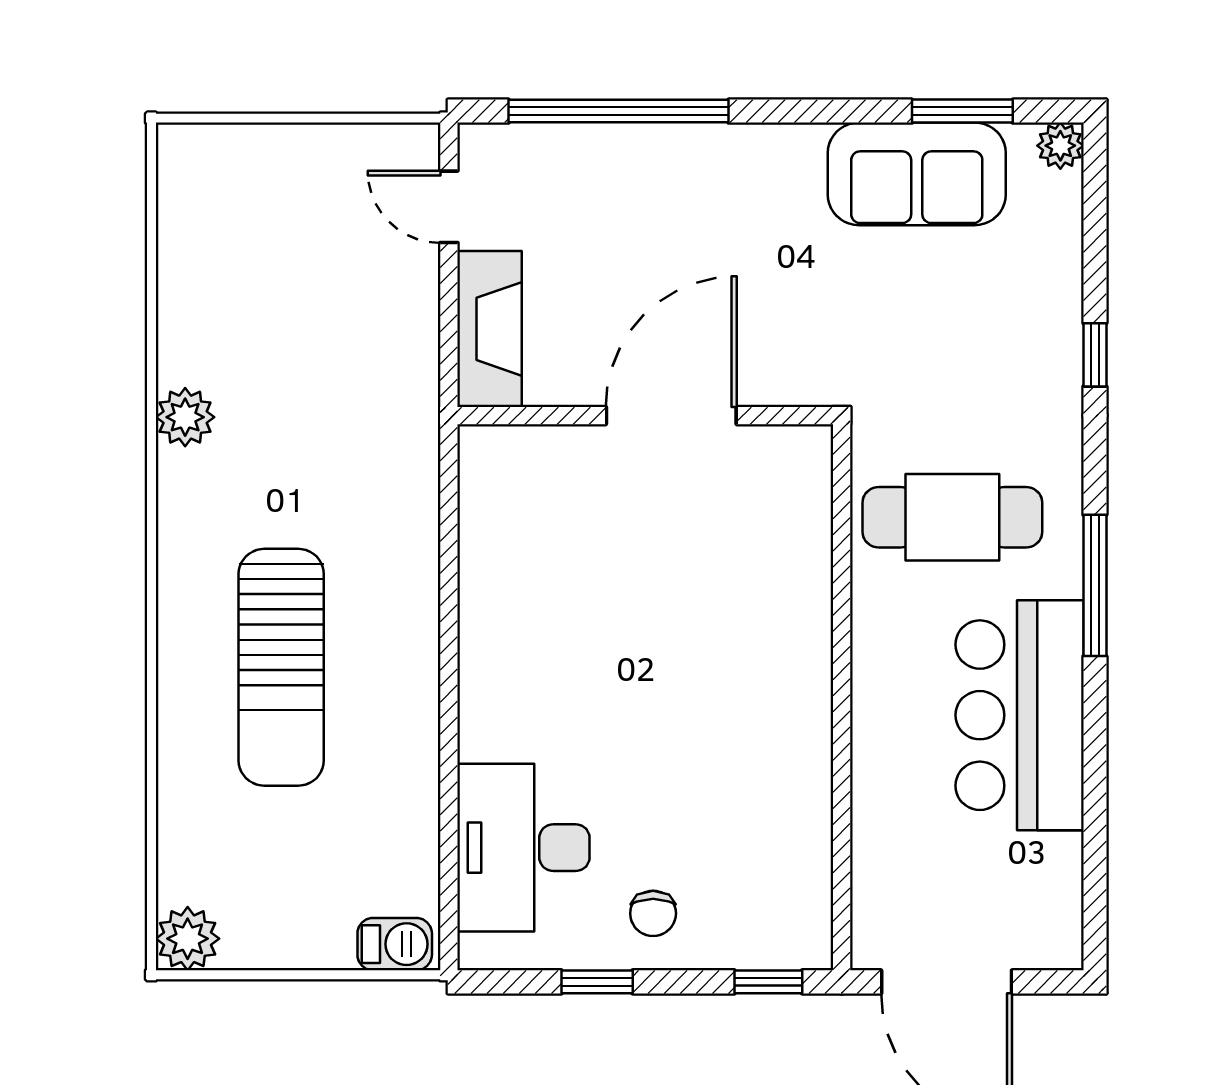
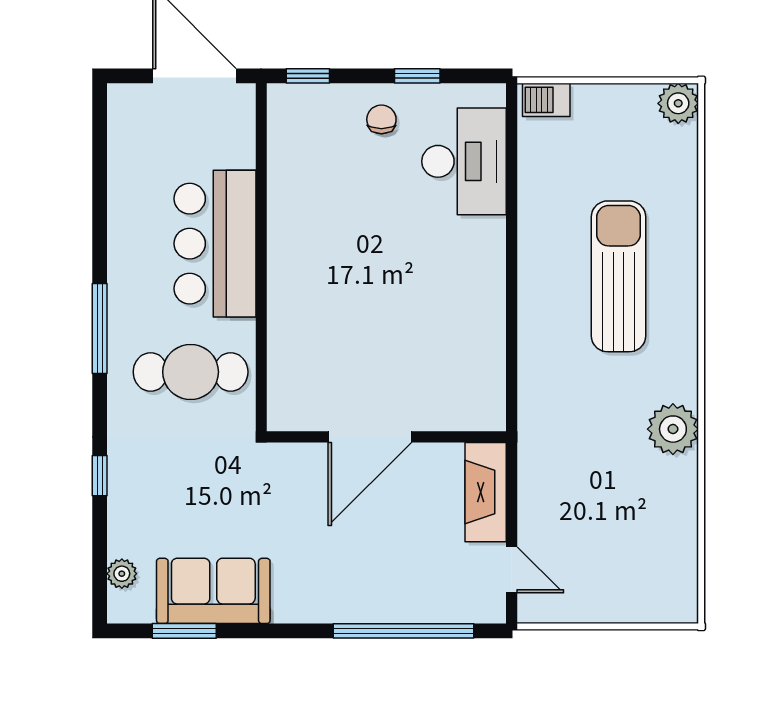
plant: (1060, 146) -> (122, 574), moved
plant: (185, 417) -> (673, 429), width x1.36, depth x1.36
bar counter: (1020, 715) -> (215, 244), moved, turned 180

